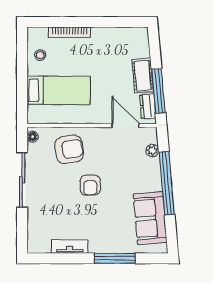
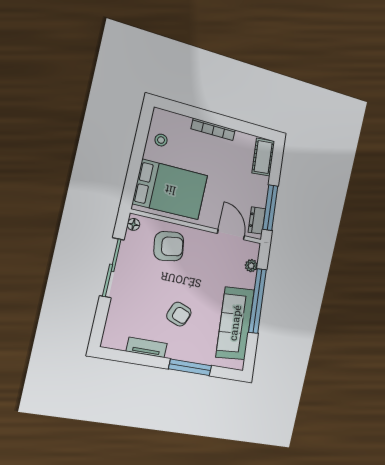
bookcase: (70, 32) -> (213, 129), moved
cot: (143, 76) -> (263, 157), moved
bed: (59, 90) -> (170, 190), width x1.50
armchair: (90, 185) -> (179, 314), moved, turned -69
sofa: (150, 218) -> (235, 323), width x1.36

